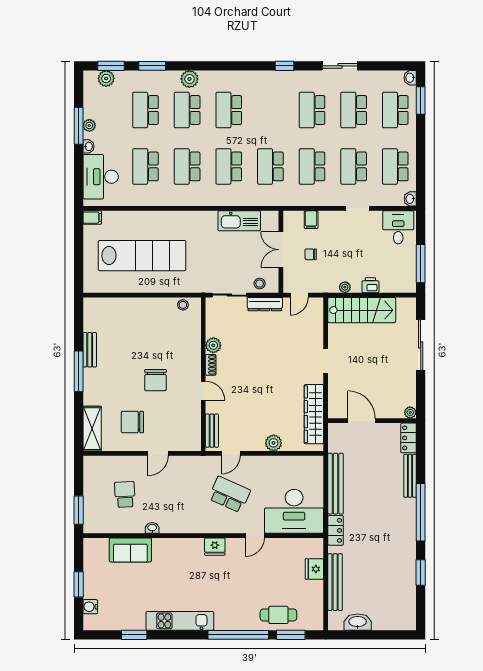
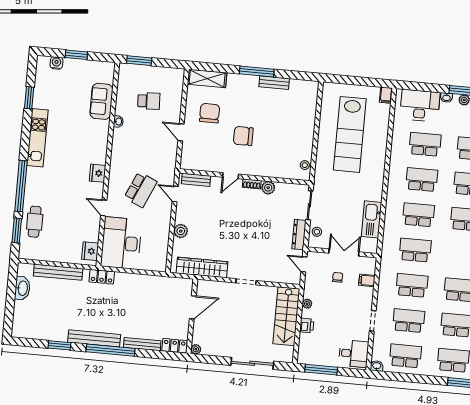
bench: (336, 484) -> (94, 338), moved
fridge: (314, 569) -> (90, 251), moved, turned -90

